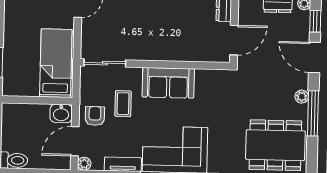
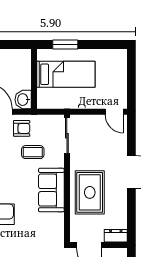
rug: (172, 38) -> (90, 192), added
bed: (56, 63) -> (66, 74), moved

